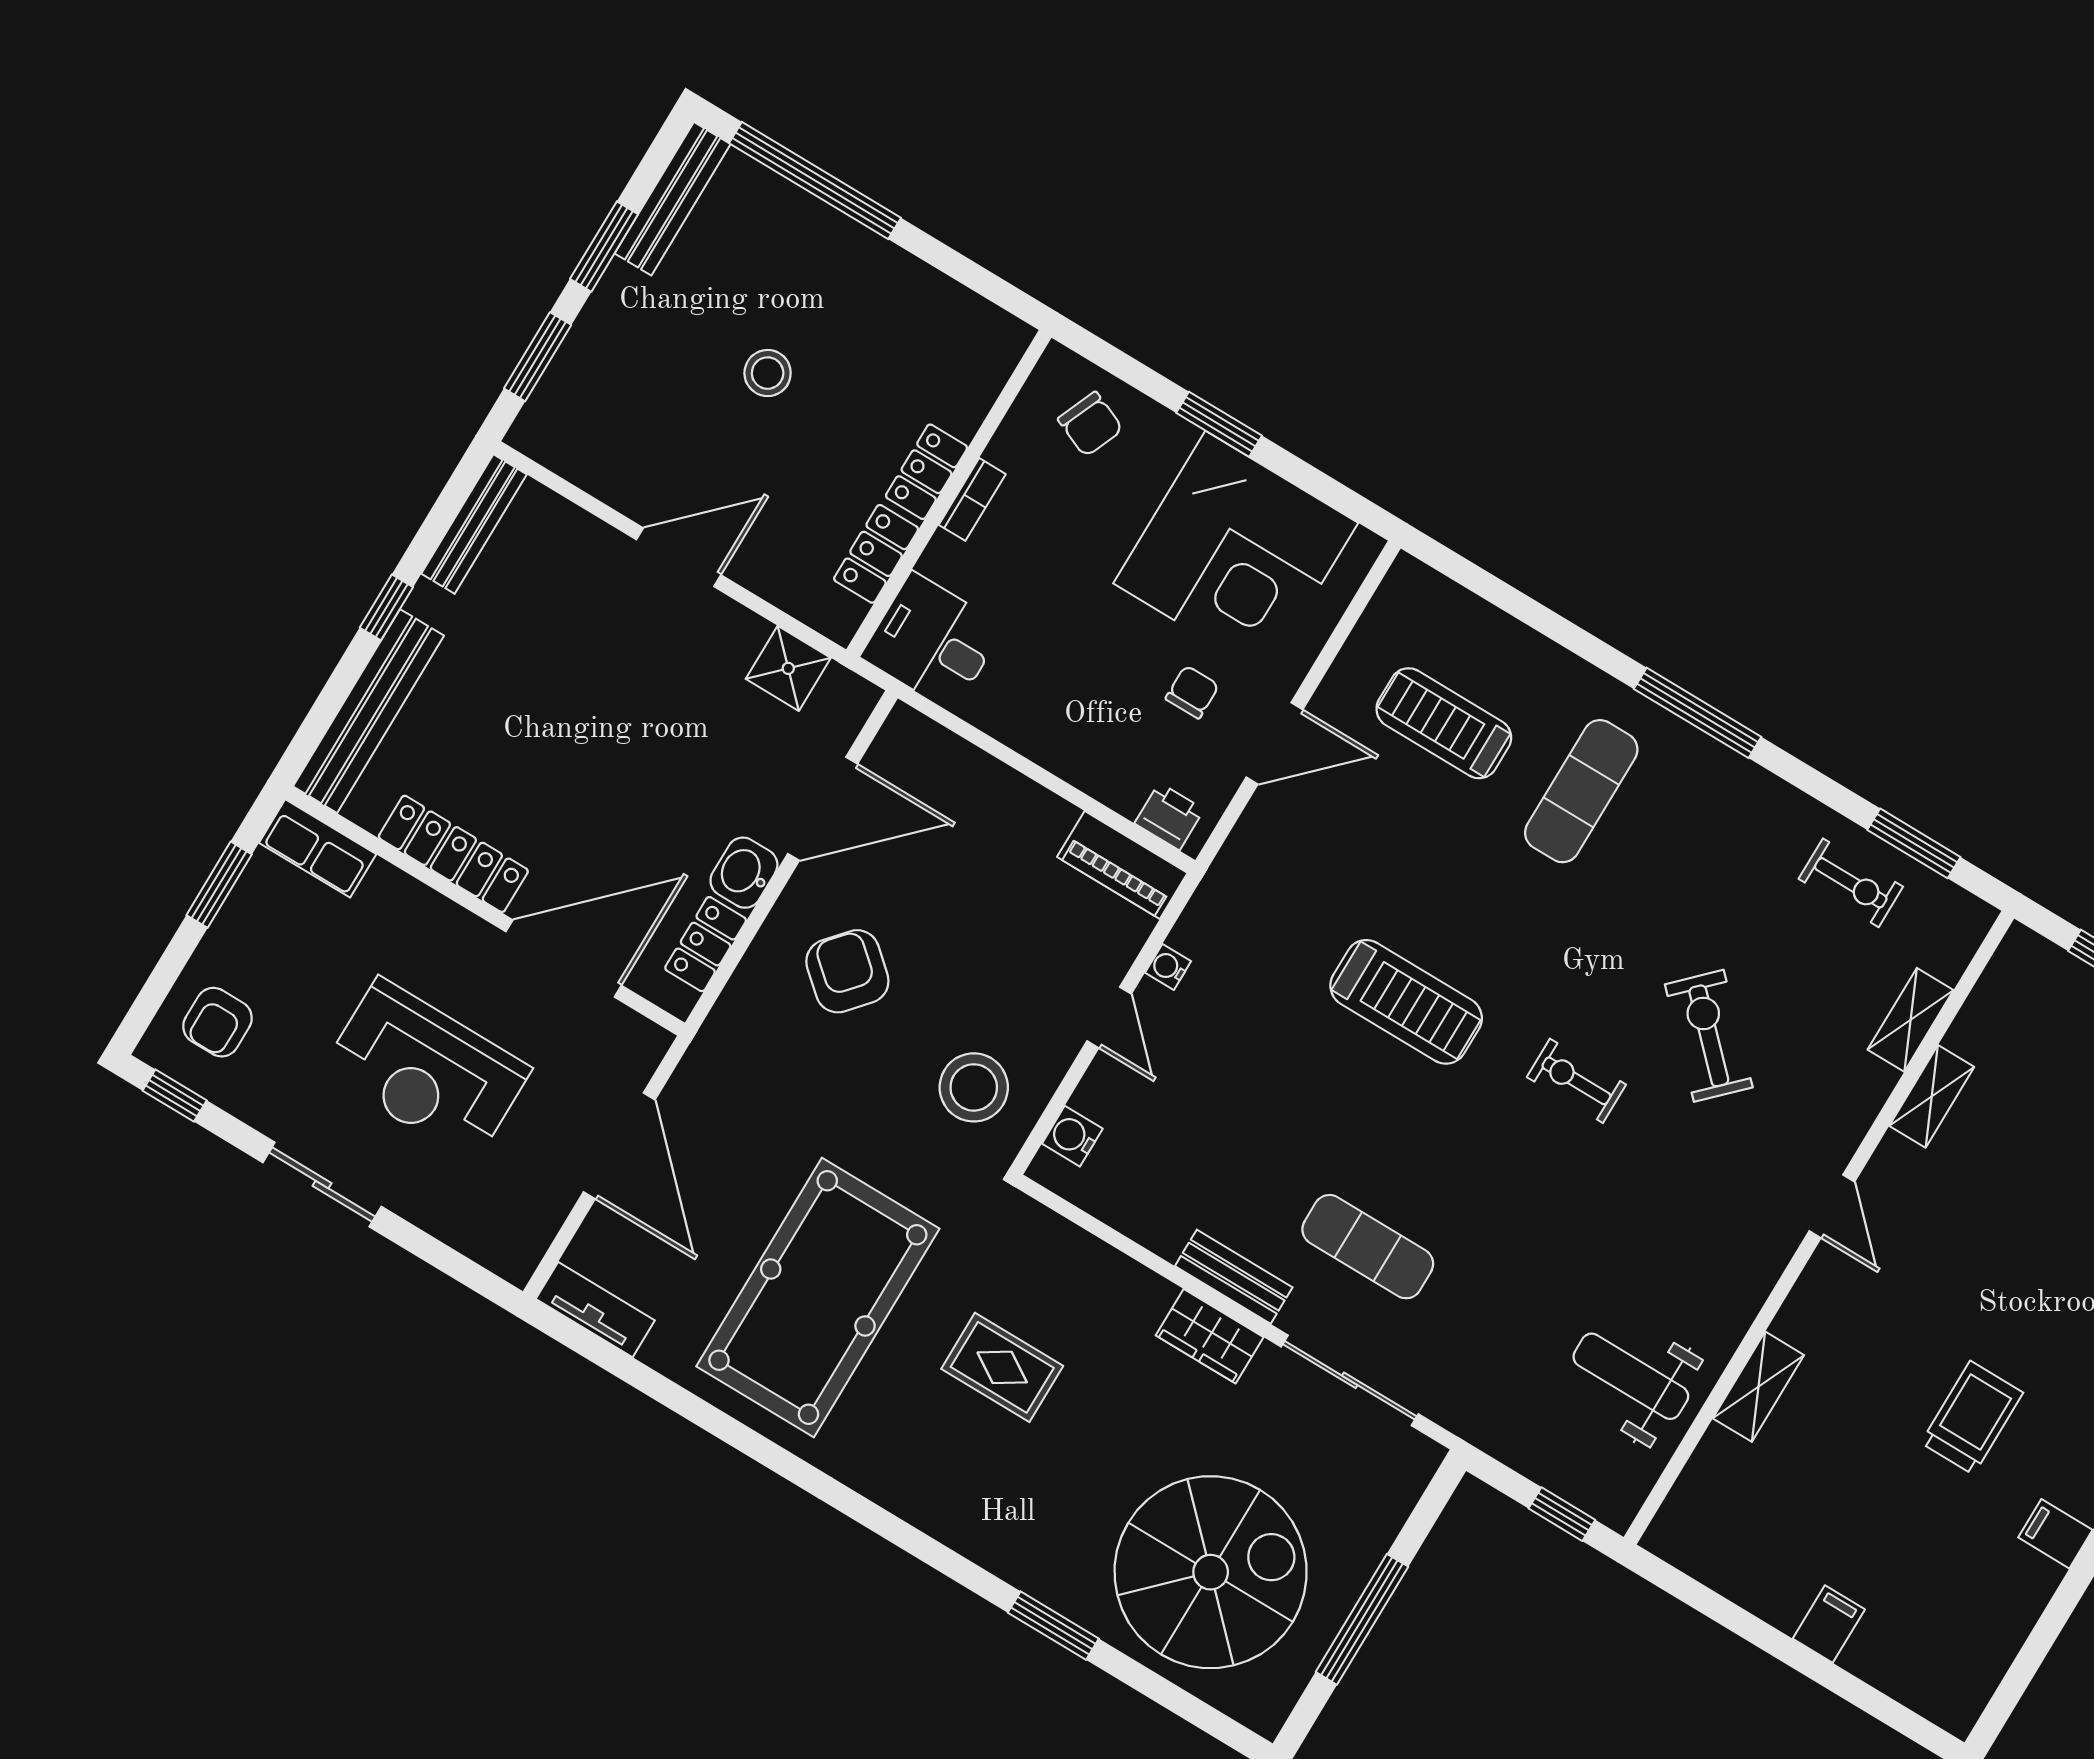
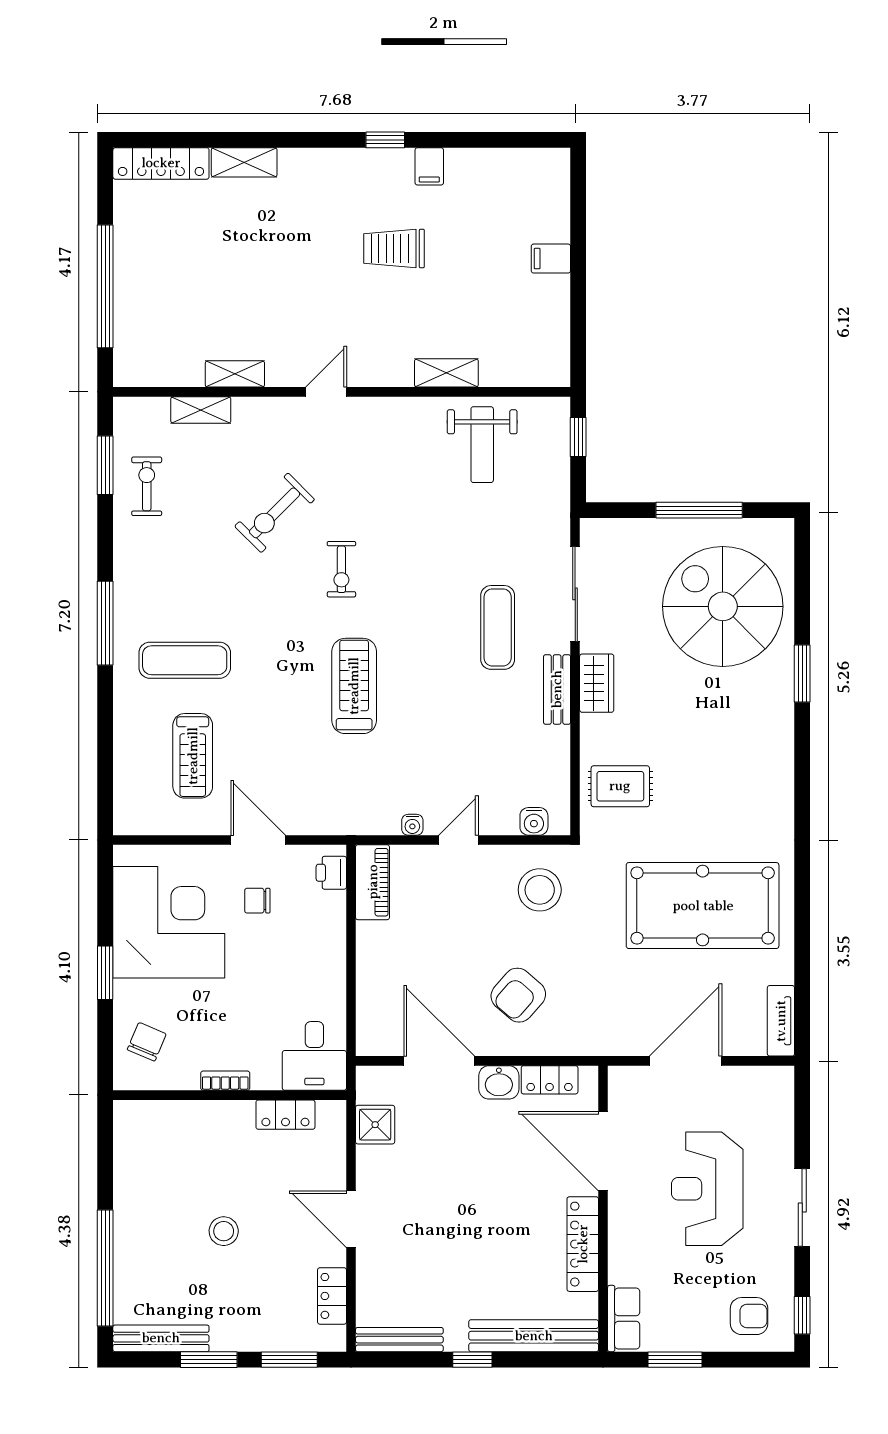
locker: (926, 472) -> (332, 1296), moved, turned 90
reception desk: (426, 1070) -> (707, 1189), turned 180
rug: (1002, 1367) -> (620, 786), moved, turned 90

